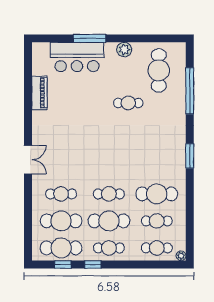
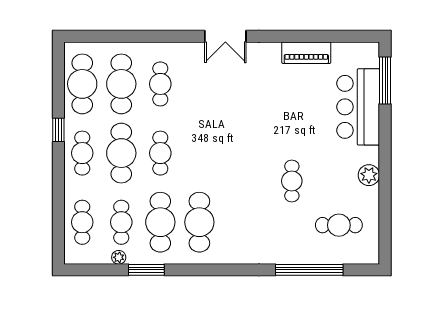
window: (90, 38) -> (385, 80), moved
cafe table: (159, 70) -> (339, 225), width x0.73, depth x0.74
window: (190, 156) -> (146, 270), moved
double door: (28, 160) -> (225, 36), moved
cafe table: (157, 167) -> (199, 222), added
plant: (181, 256) -> (119, 257), moved
window: (63, 264) -> (58, 87), removed

